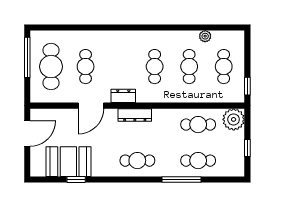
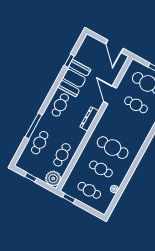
cafe table: (155, 67) -> (113, 148), width x1.37, depth x1.35
dresser: (123, 96) -> (105, 118), removed
booth: (68, 162) -> (74, 78), moved

